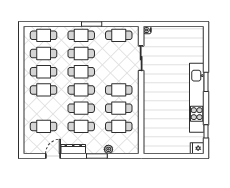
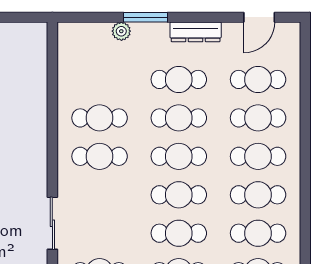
cafe table: (119, 126) -> (258, 118), moved
door: (53, 156) -> (259, 17), moved

